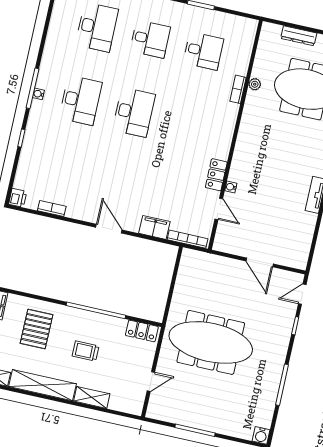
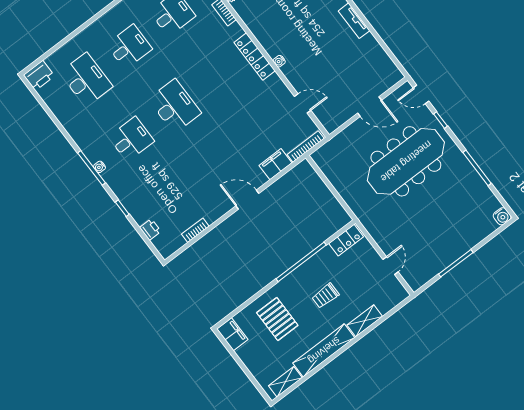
desk: (80, 100) -> (131, 139), width x0.73
locker: (216, 175) -> (255, 57), moved, width x1.53
water cooler: (231, 187) -> (279, 61), moved
printer: (18, 198) -> (150, 230), moved
door: (302, 294) -> (421, 94), hinge flipped
meeting table: (211, 342) -> (406, 161), moved

